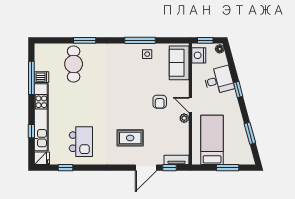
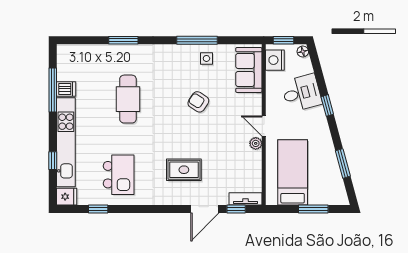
cafe table: (74, 64) -> (128, 99), moved
armchair: (160, 102) -> (198, 102), moved, turned 123

